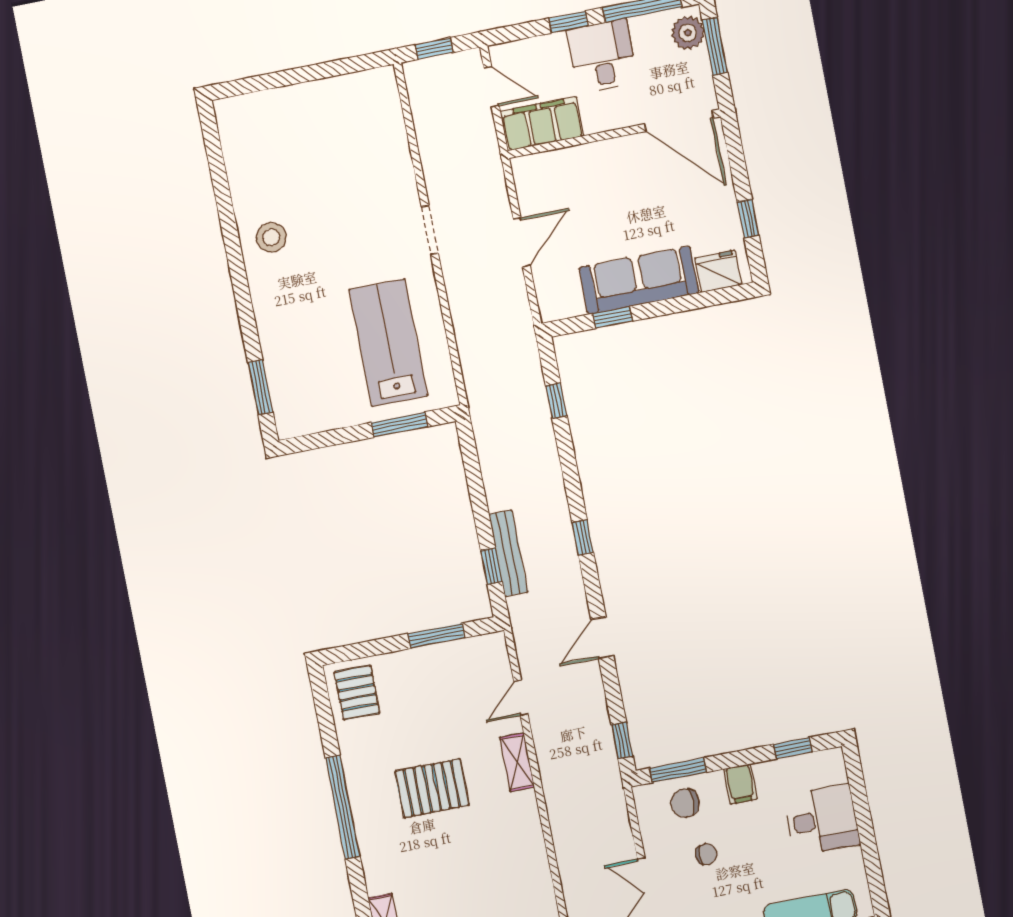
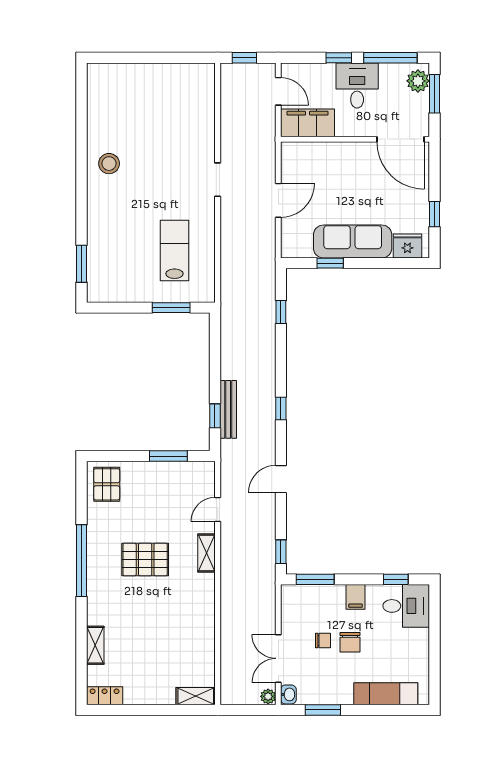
lab bench: (388, 343) -> (174, 251), width x0.73, depth x0.72
chair: (685, 803) -> (350, 642), moved, turned -90
desk: (822, 820) -> (406, 606), moved

